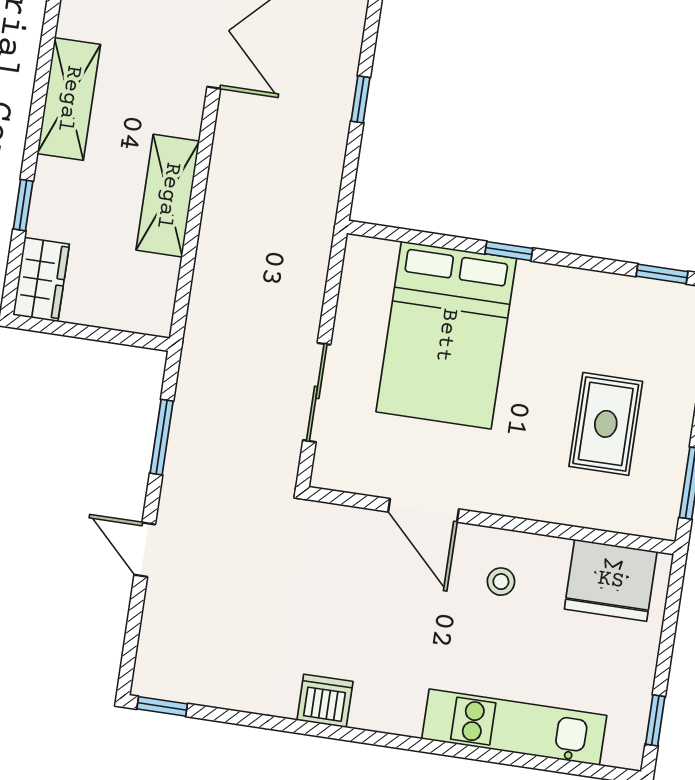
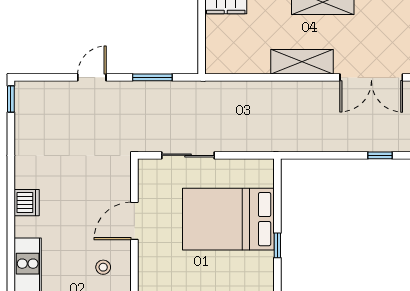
window: (360, 99) -> (380, 155), moved
shelving: (168, 196) -> (302, 62), moved
dishwasher: (325, 701) -> (27, 203), moved

